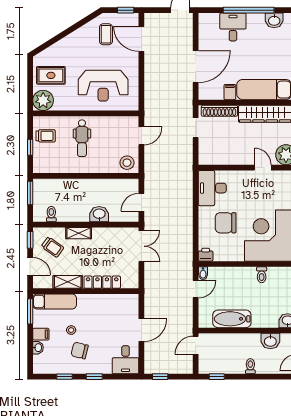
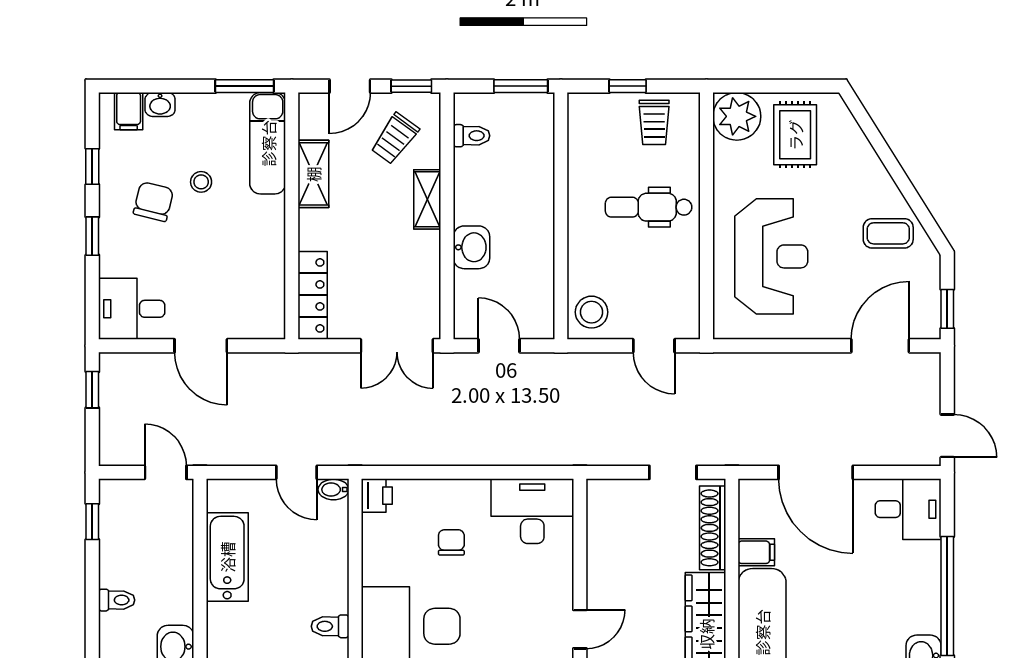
desk: (233, 27) -> (908, 509), moved
coffee table: (106, 34) -> (888, 233), moved
reception desk: (103, 86) -> (771, 256), turned 180
chair: (226, 223) -> (451, 542), width x0.54, depth x0.54
locker: (102, 282) -> (313, 295), moved
filing cabinet: (41, 334) -> (129, 111), moved

